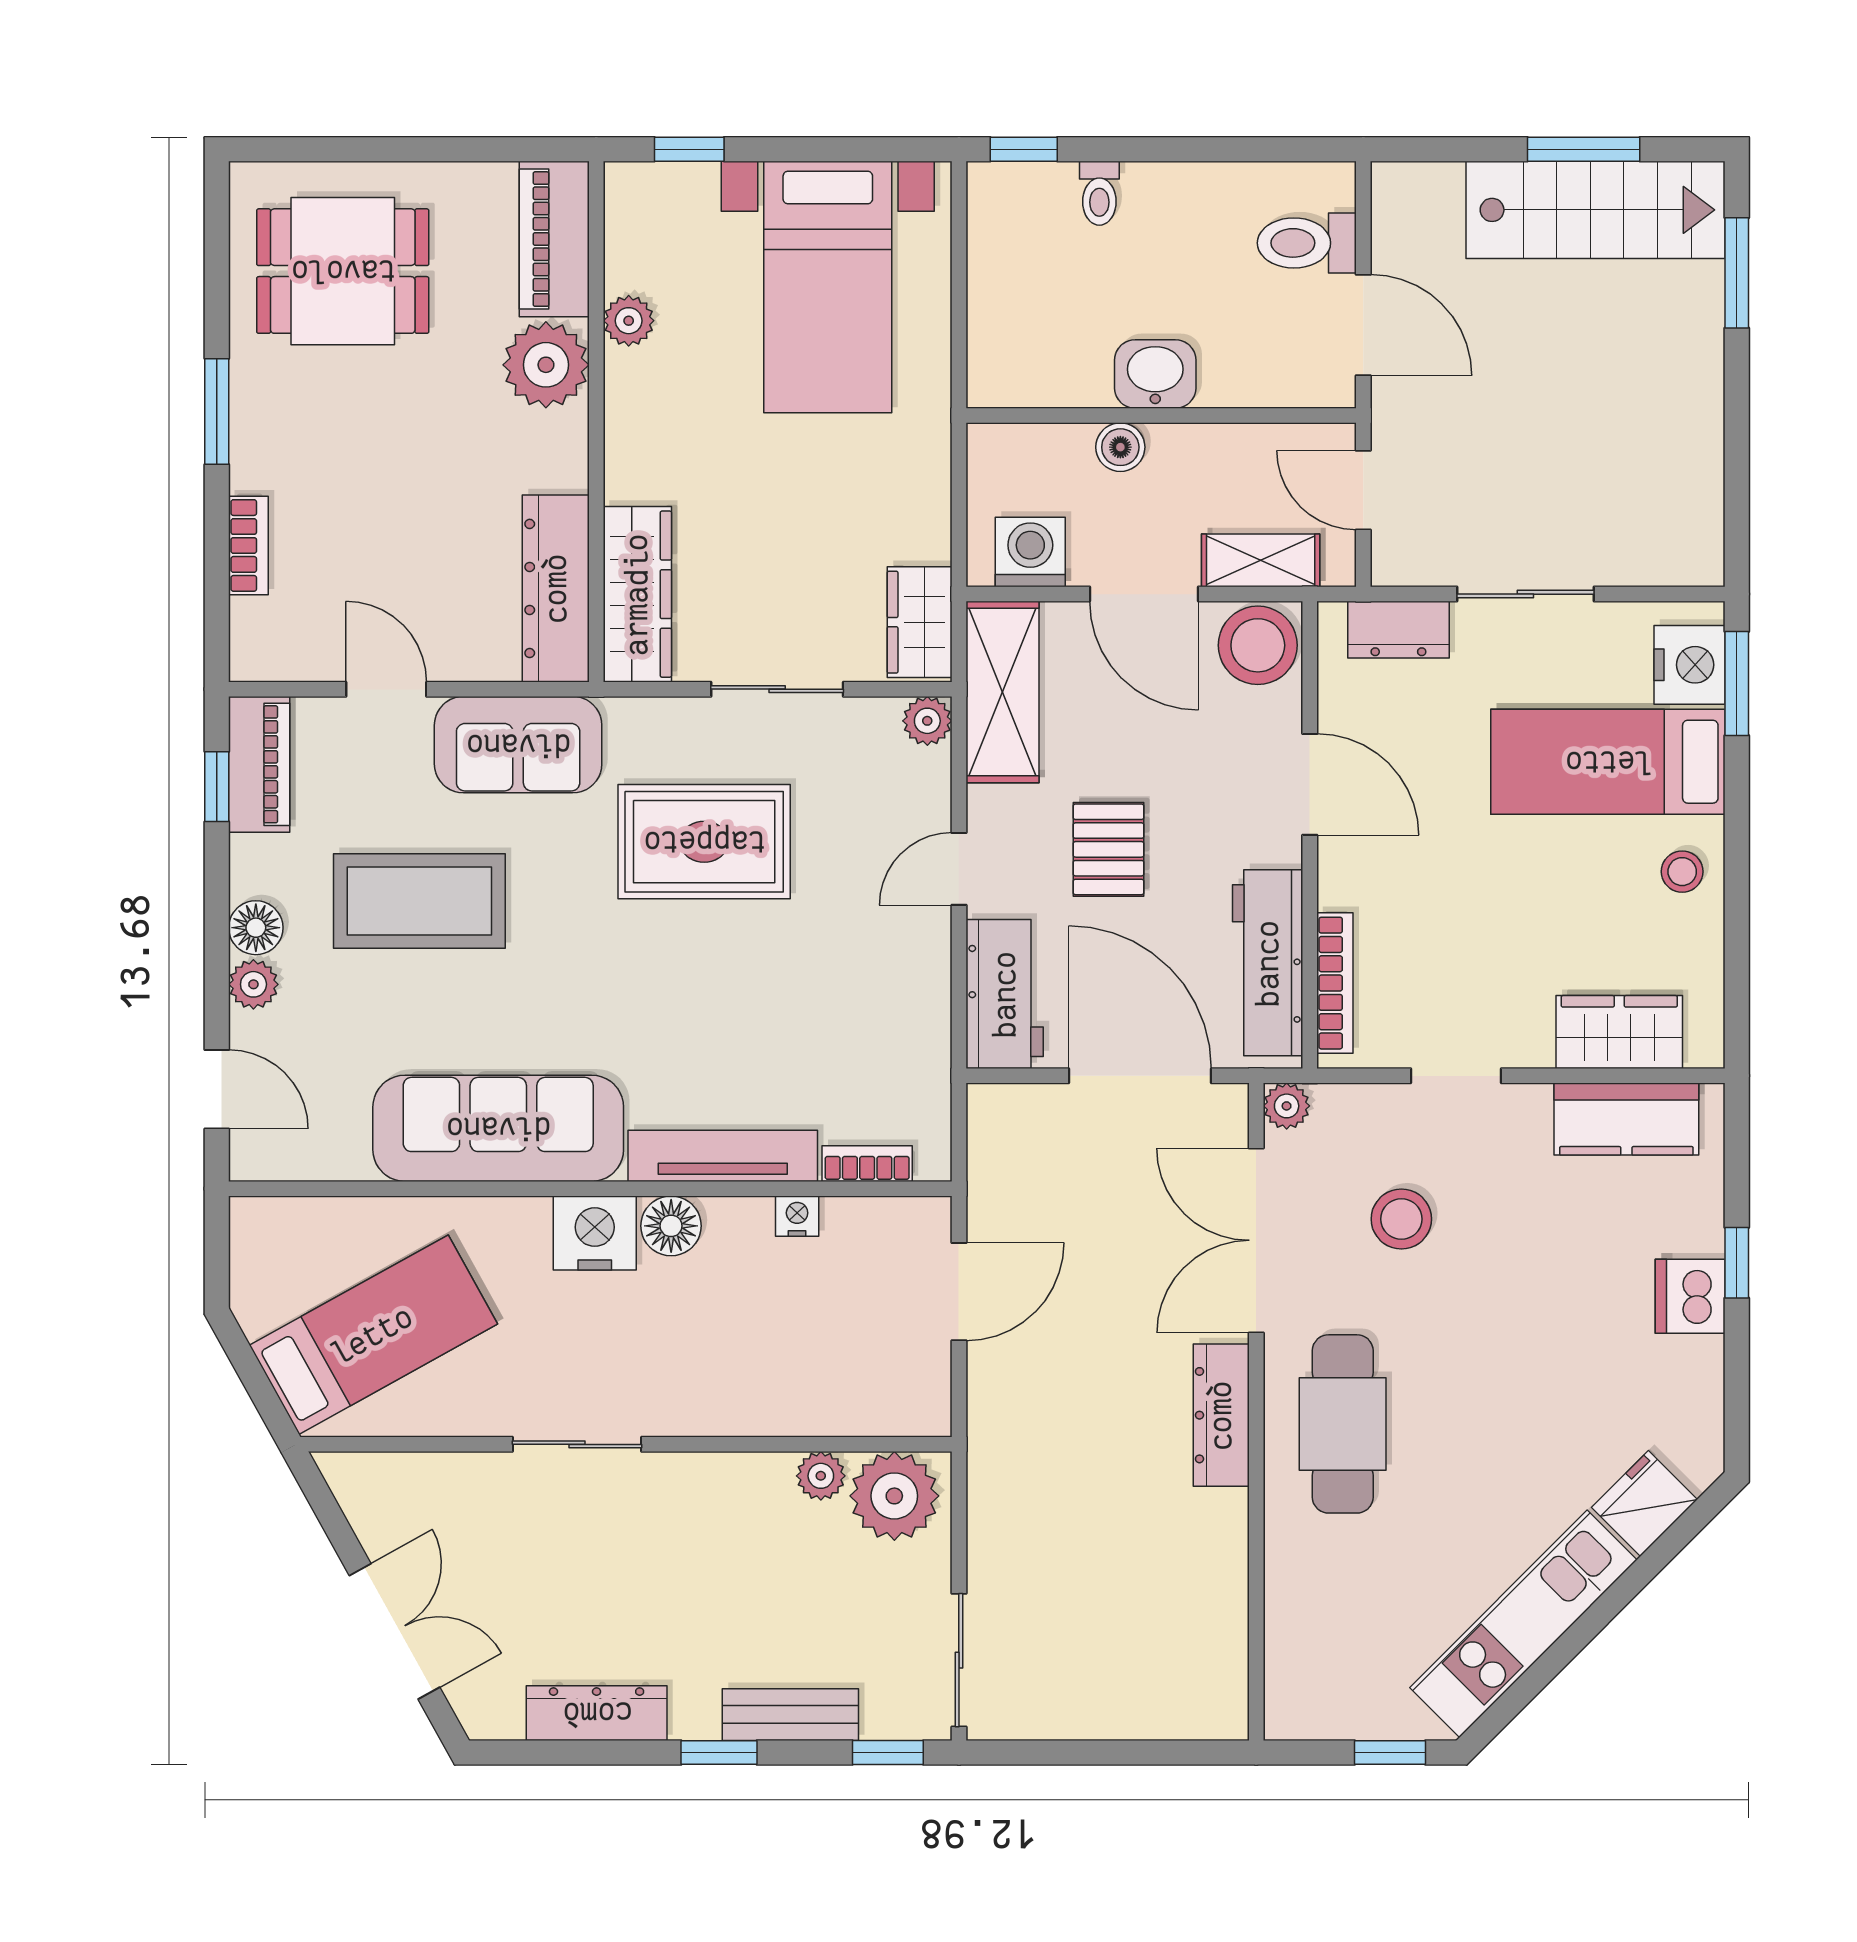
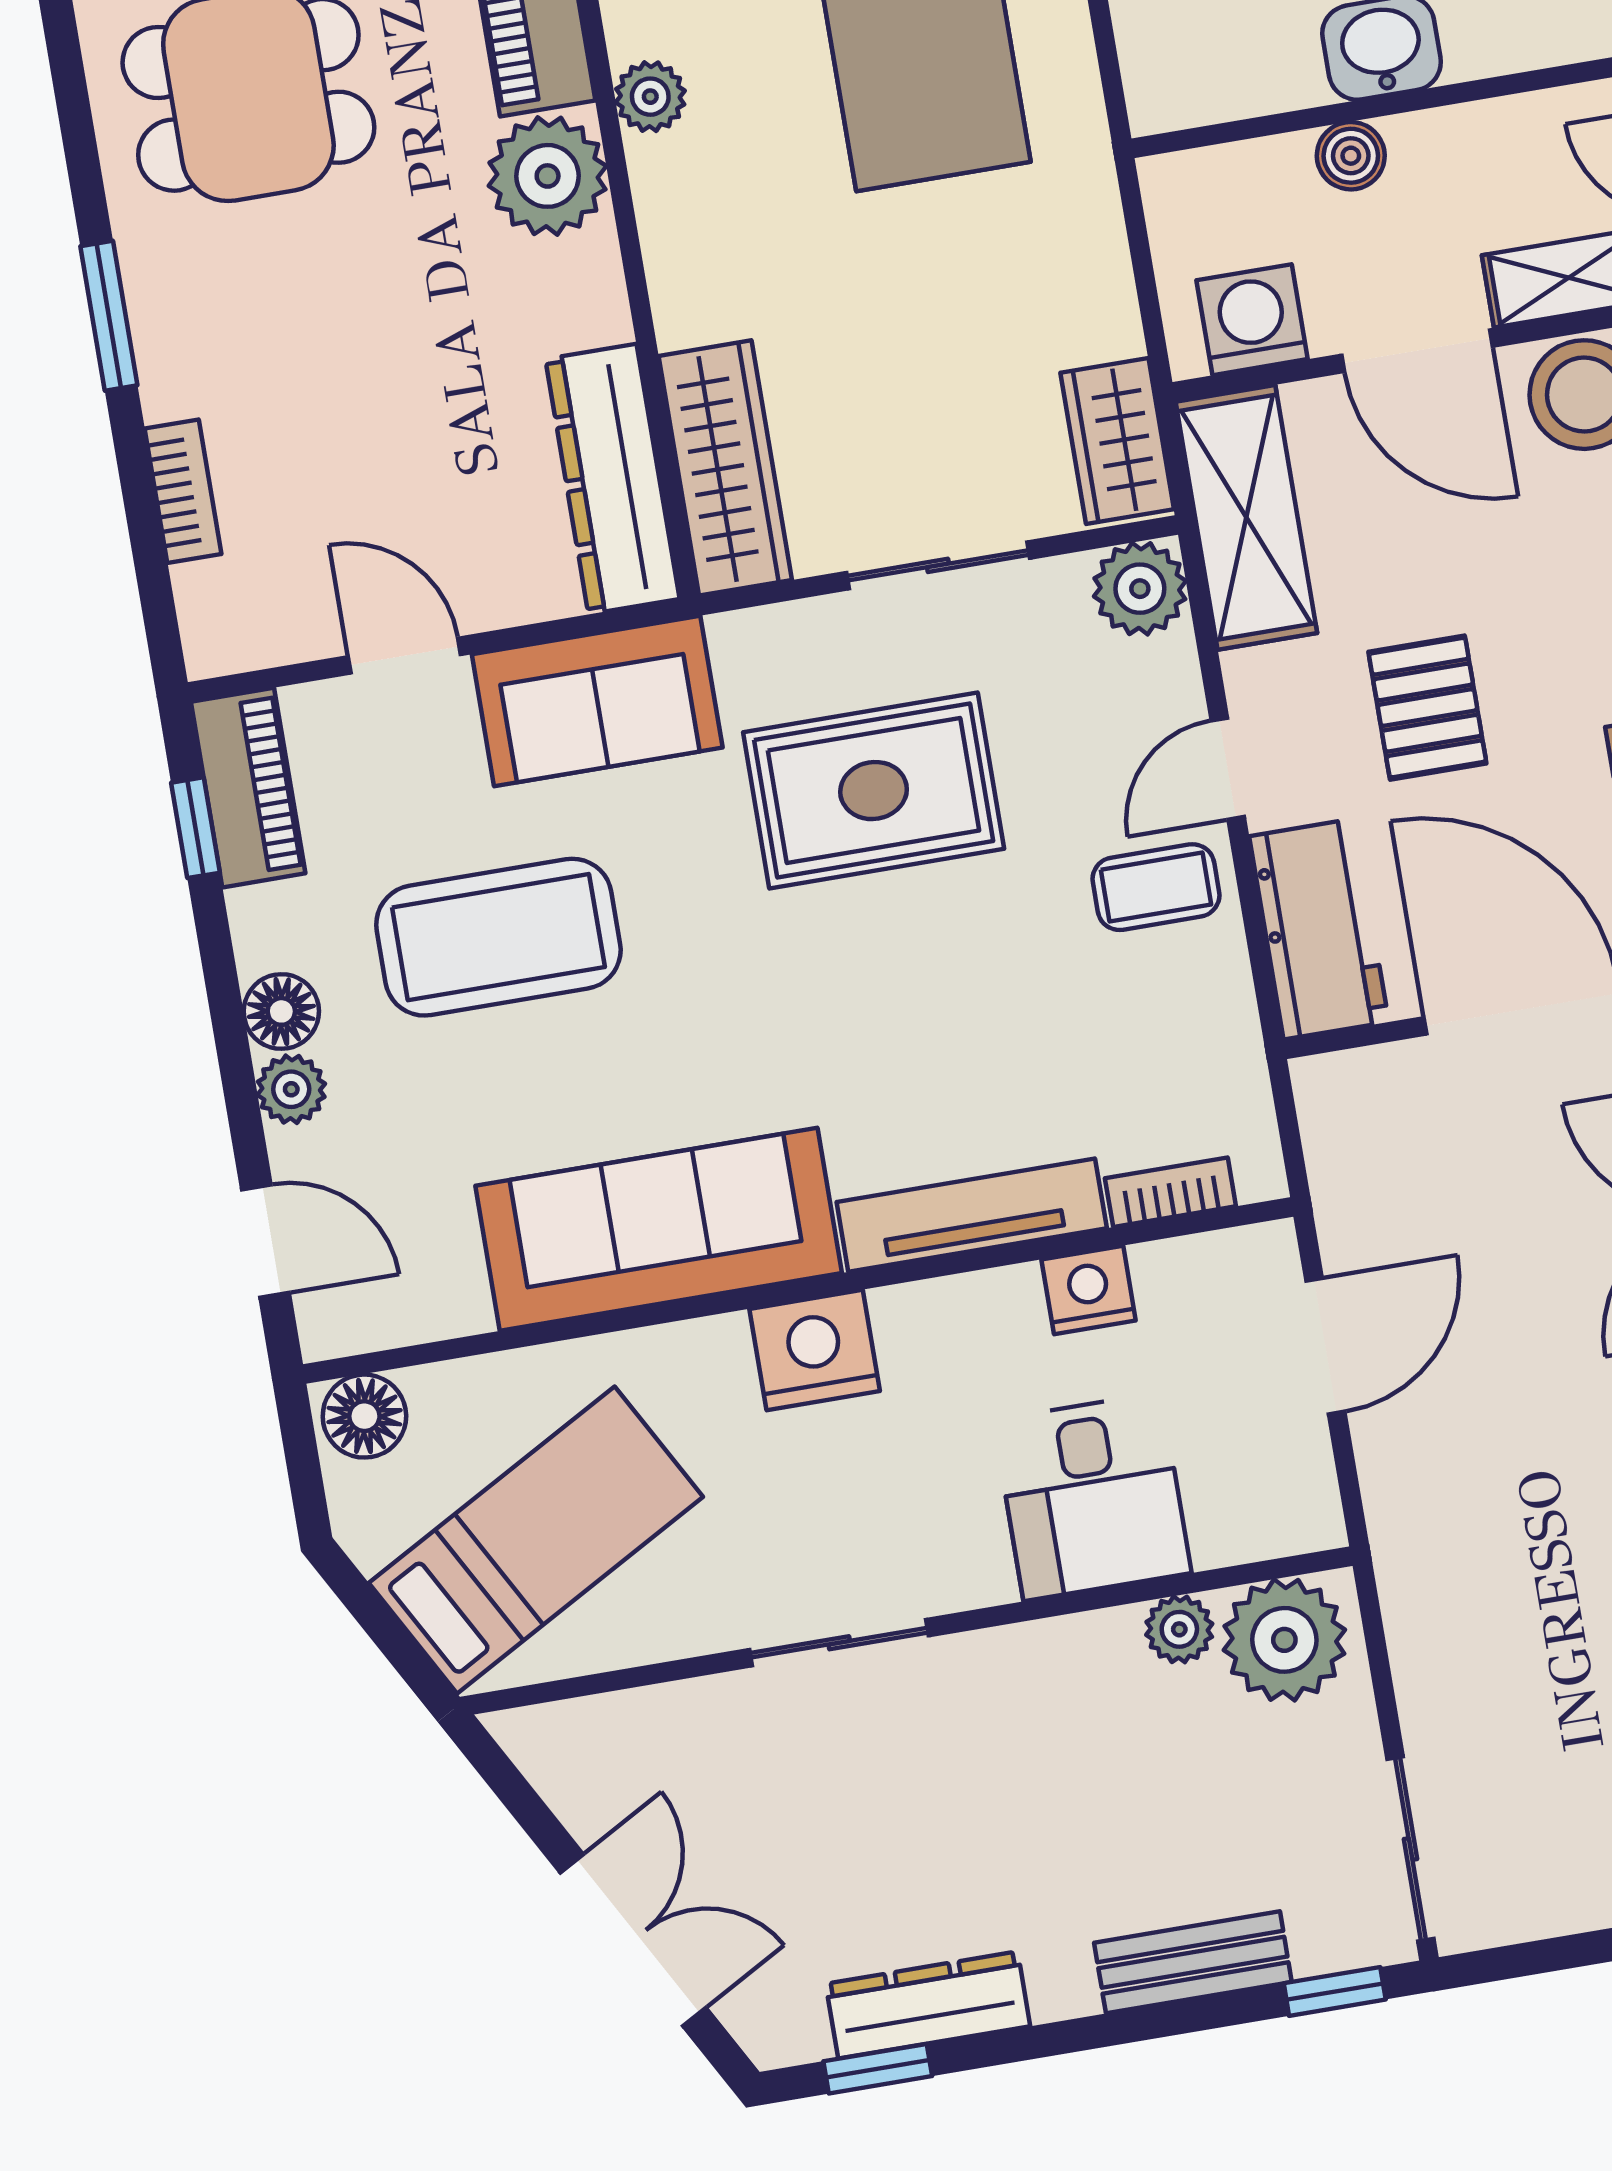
plant: (927, 721) -> (1140, 589), width x1.38, depth x1.38
coffee table: (894, 945) -> (1156, 887), added
nightstand: (797, 1216) -> (1089, 1290), width x1.39, depth x1.35
floor lamp: (671, 1226) -> (364, 1416), moved
desk: (775, 1371) -> (1092, 1497), added
window: (719, 1752) -> (878, 2069), moved

